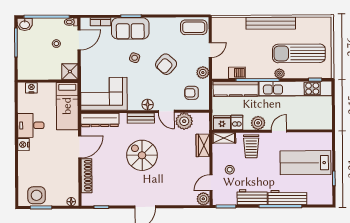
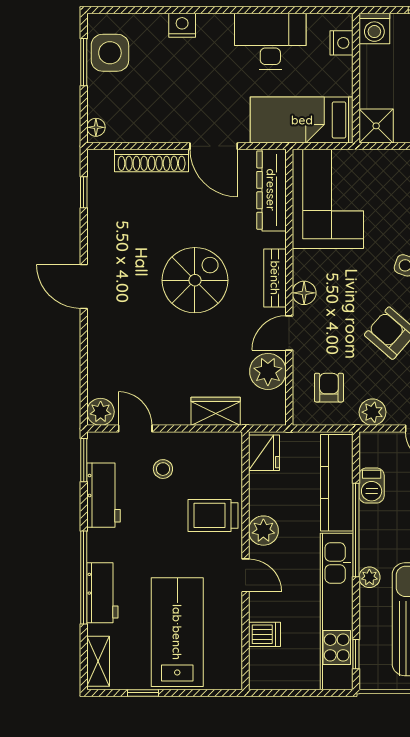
washing machine: (25, 73) -> (374, 28), added
dishwasher: (237, 123) -> (264, 634), moved
desk: (31, 125) -> (270, 41), width x1.37
shelving: (224, 138) -> (98, 661), moved
nightstand: (24, 145) -> (182, 25), moved
workbench: (252, 197) -> (104, 495), moved
workbench: (287, 198) -> (102, 593), width x0.73

